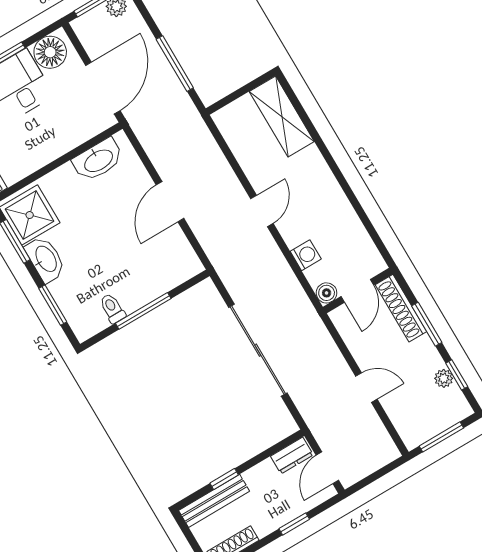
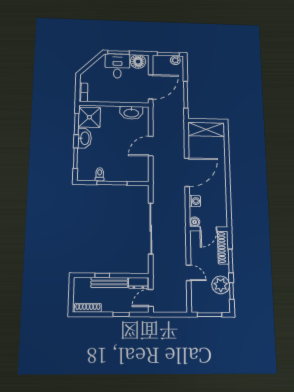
shelving: (282, 116) -> (206, 129), moved, turned 90
door: (262, 211) -> (187, 172), width x1.88
plant: (444, 378) -> (221, 285), width x1.88, depth x1.88
bench: (214, 501) -> (109, 282), moved

